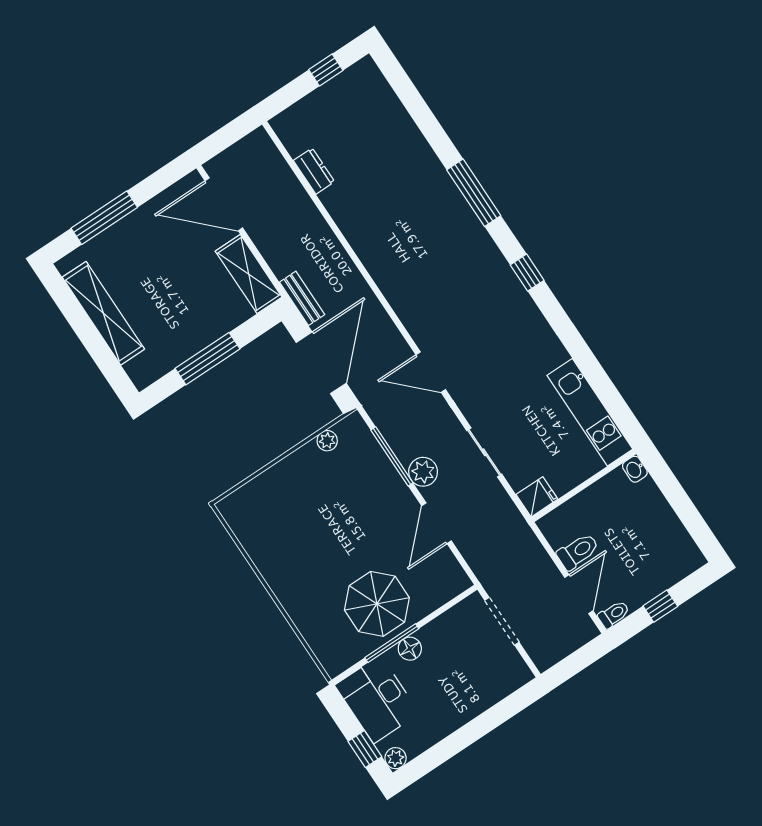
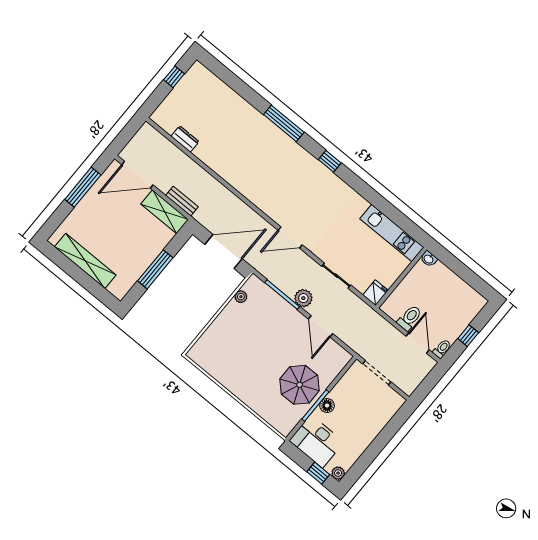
window: (104, 218) -> (83, 187), moved
bench: (302, 298) -> (182, 201), moved
door: (321, 363) -> (223, 252), hinge flipped

